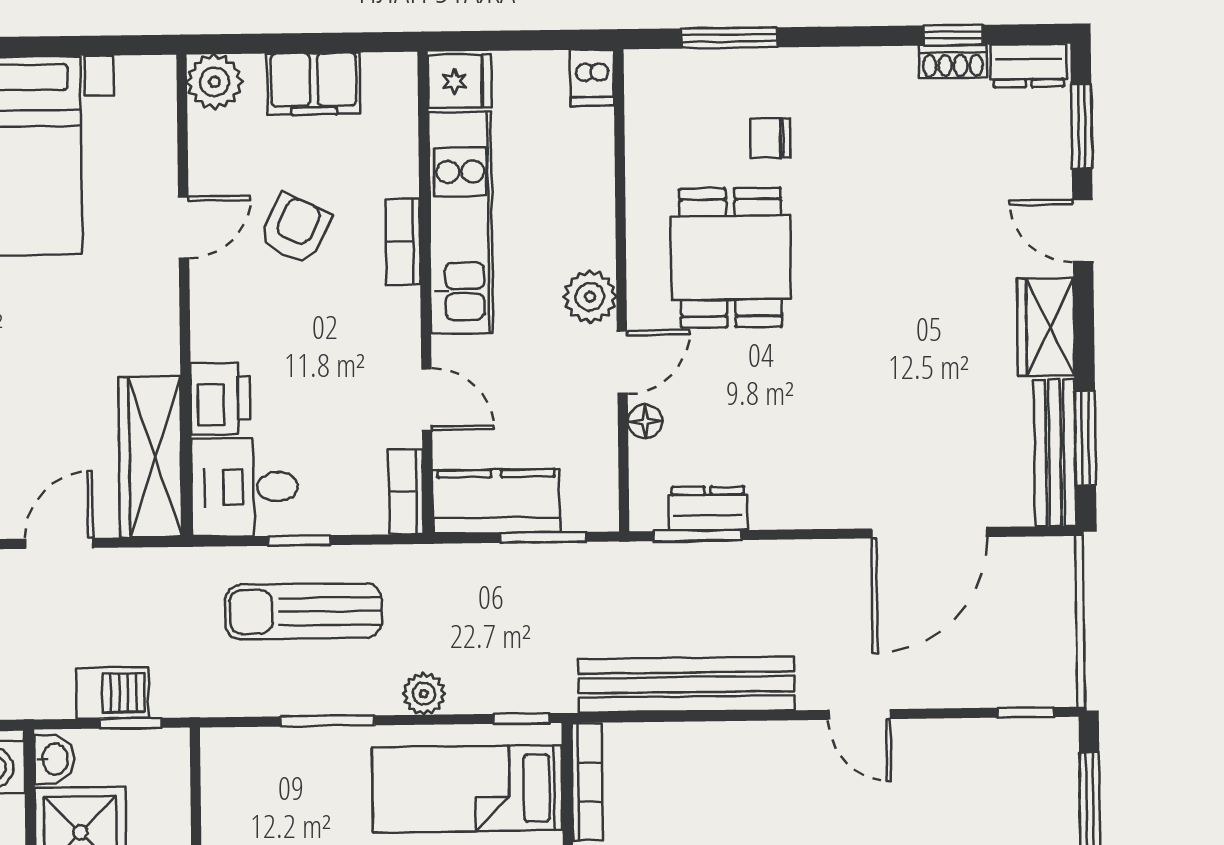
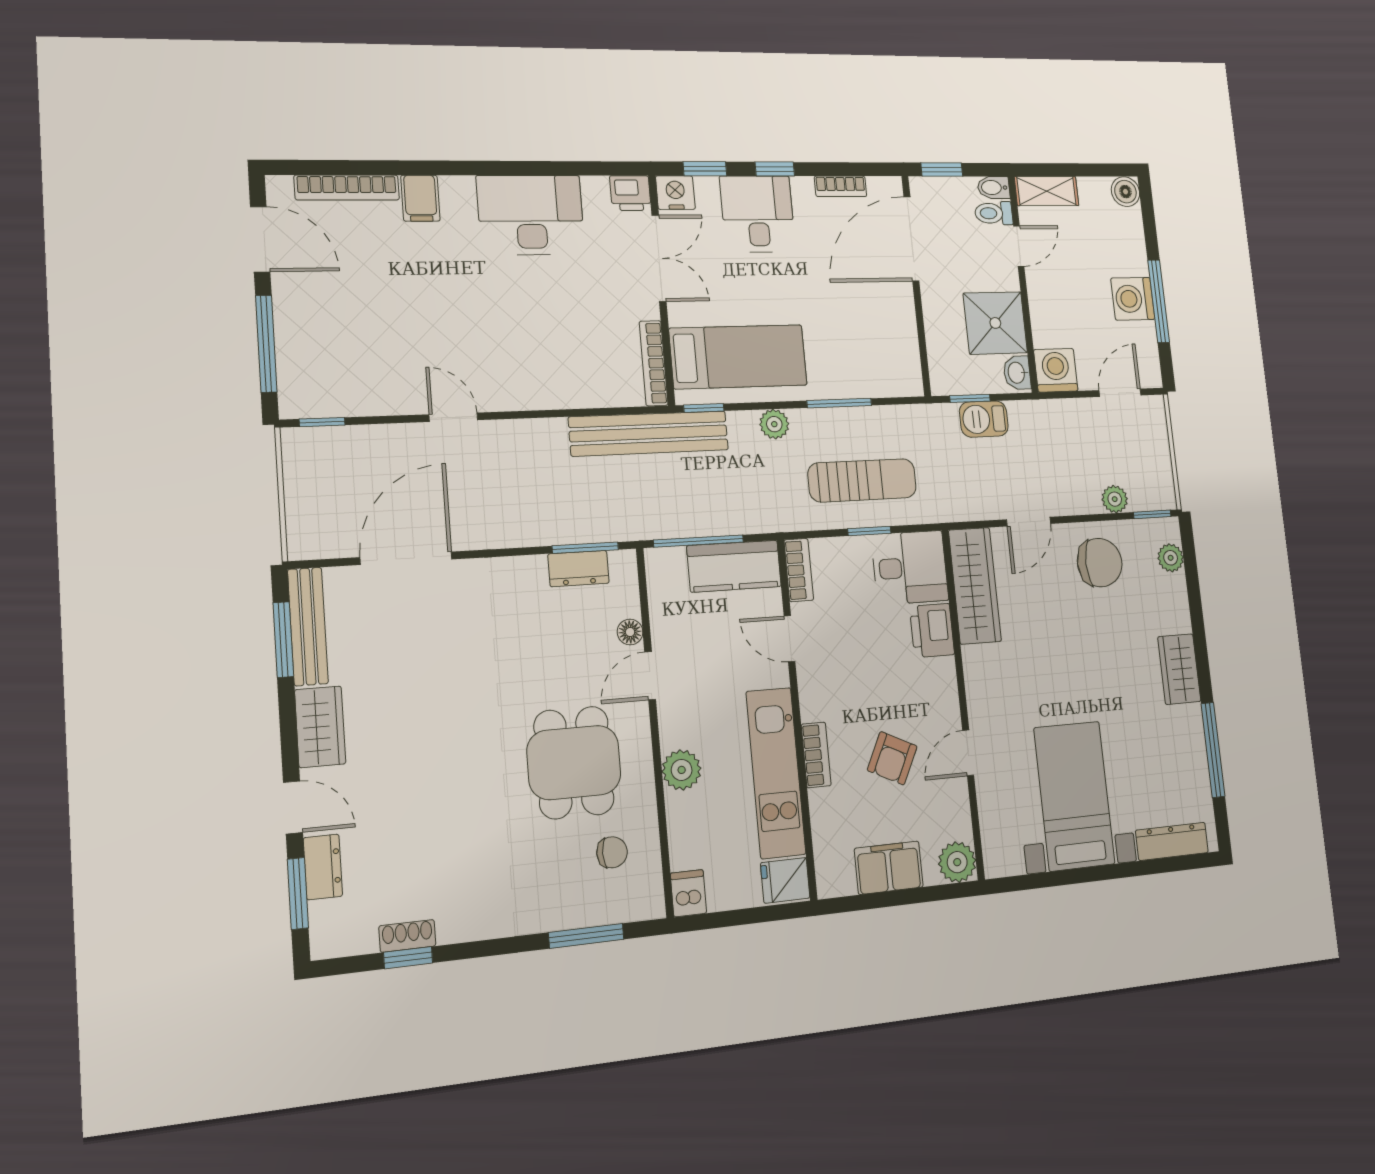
dresser: (1029, 66) -> (323, 867), moved, turned 90
chair: (770, 138) -> (612, 852), moved
plant: (590, 297) -> (682, 770), moved
window: (543, 537) -> (699, 541), width x1.44
bench: (686, 685) -> (649, 433), moved

